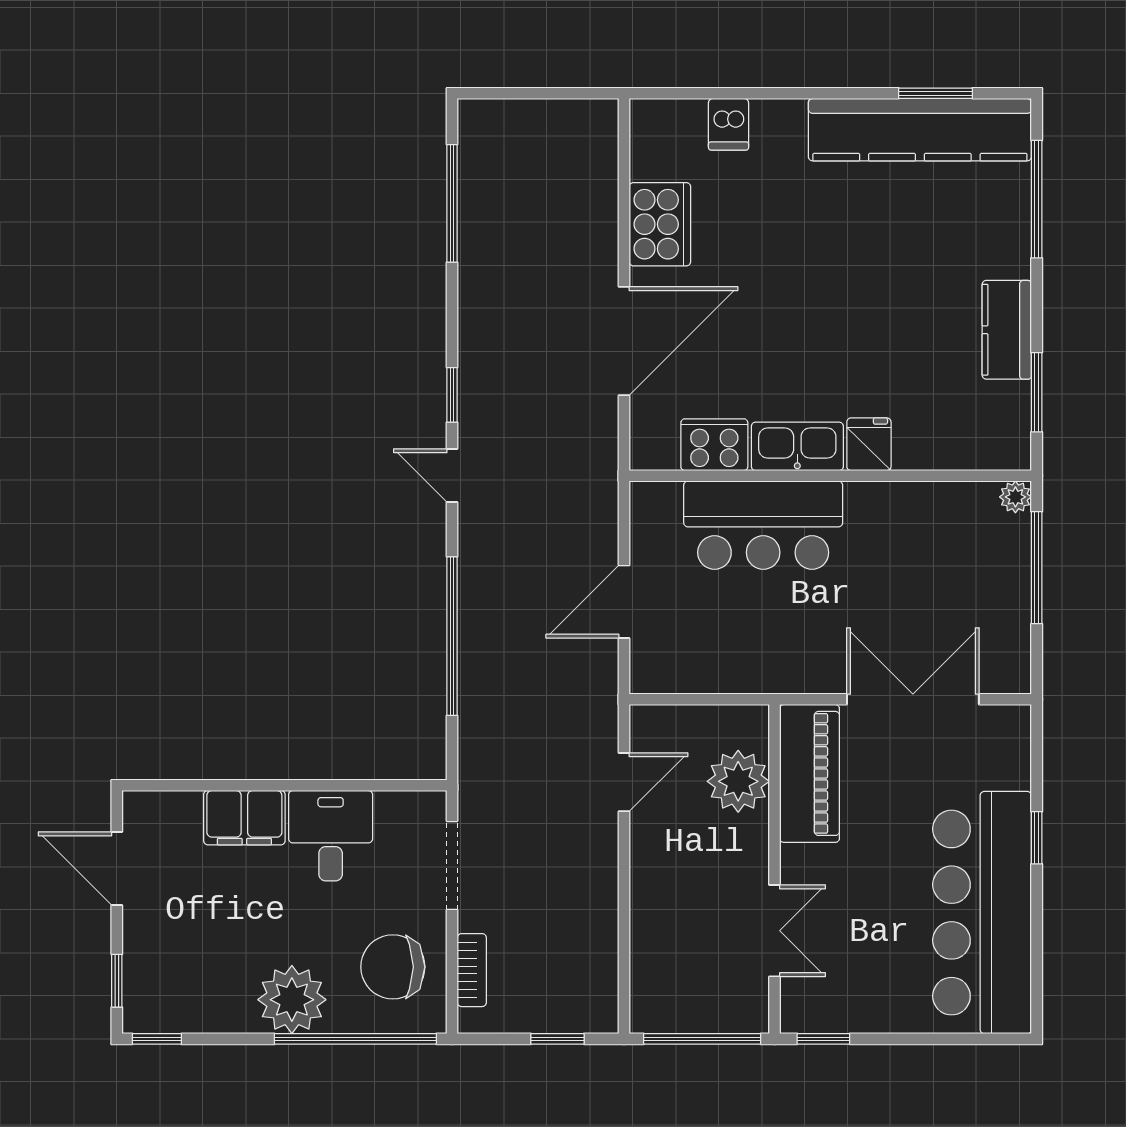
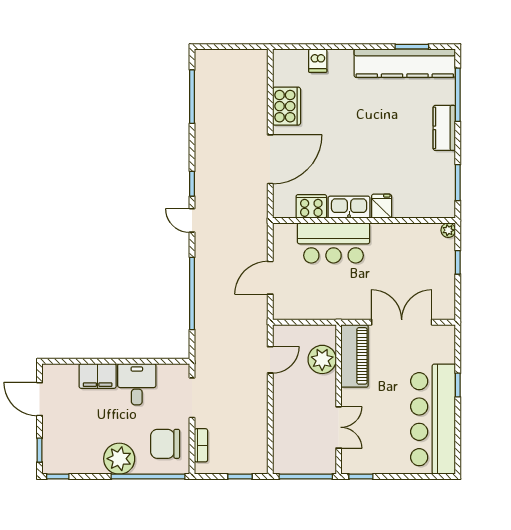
kitchen counter: (1007, 330) -> (444, 128), moved
window: (1037, 568) -> (458, 262), width x0.46

